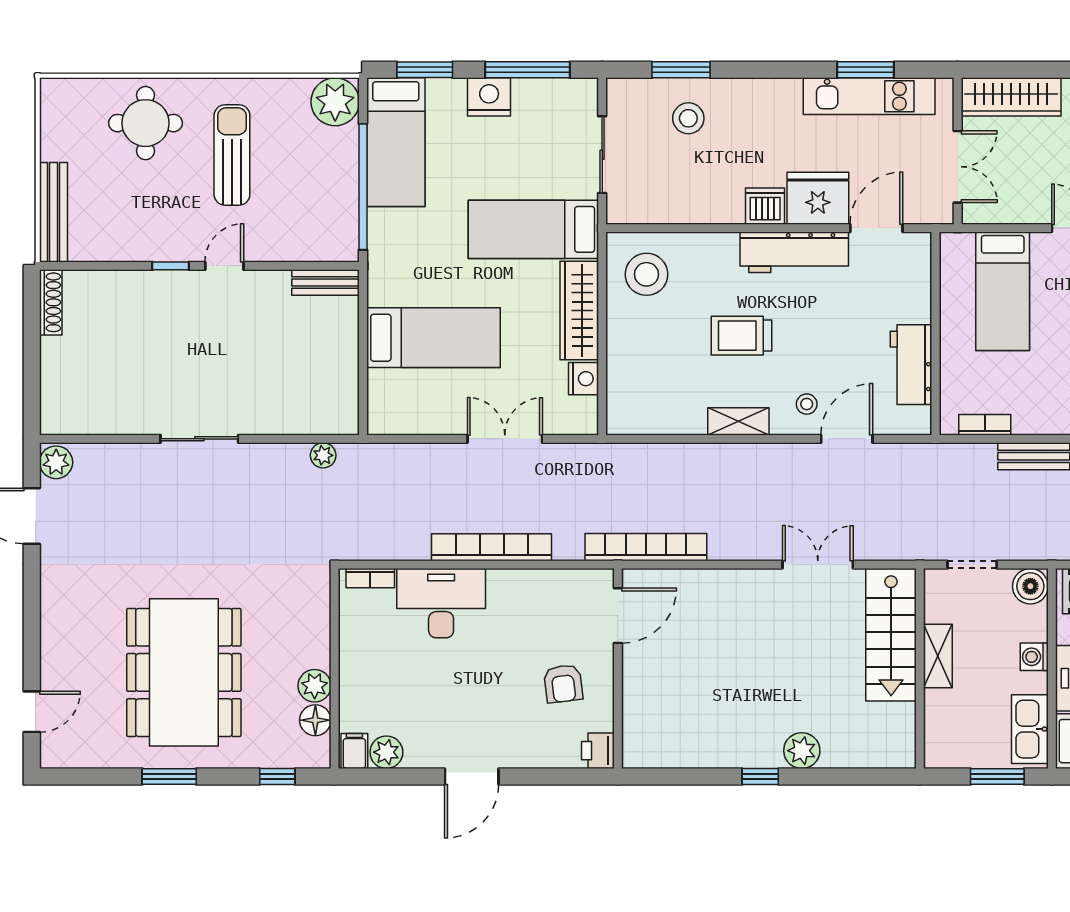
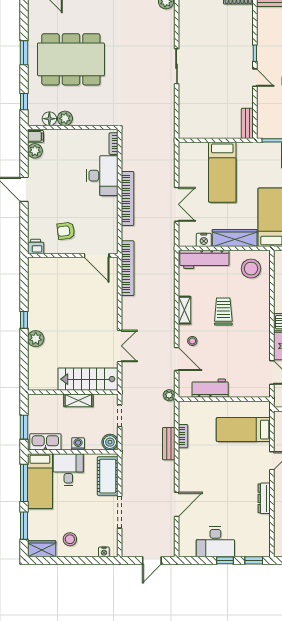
workbench: (794, 252) -> (204, 259), moved, turned -90
bookcase: (985, 425) -> (183, 436), moved
plant: (323, 455) -> (169, 395), moved

